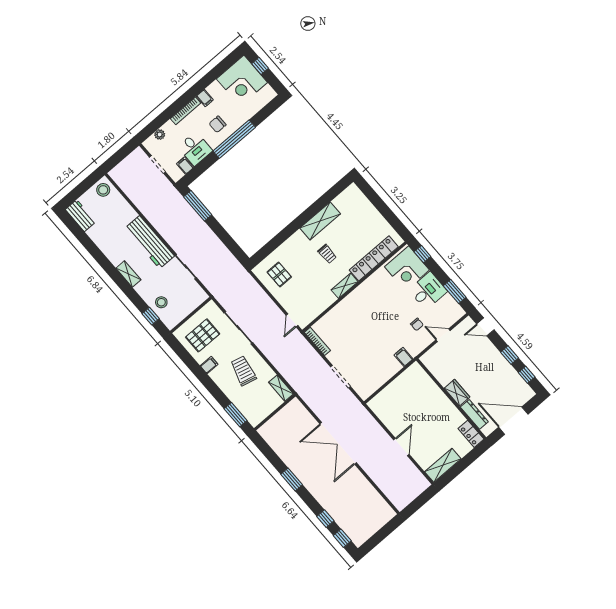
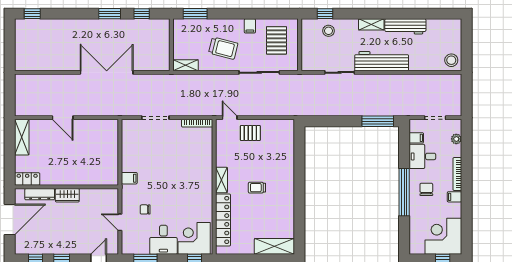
workbench: (81, 216) -> (405, 26), moved, width x1.38
shelving: (320, 221) -> (274, 246), moved, turned 90
pallet: (279, 274) -> (250, 133), moved
door: (443, 335) -> (120, 222), swing flipped
window: (325, 519) -> (142, 14), moved

